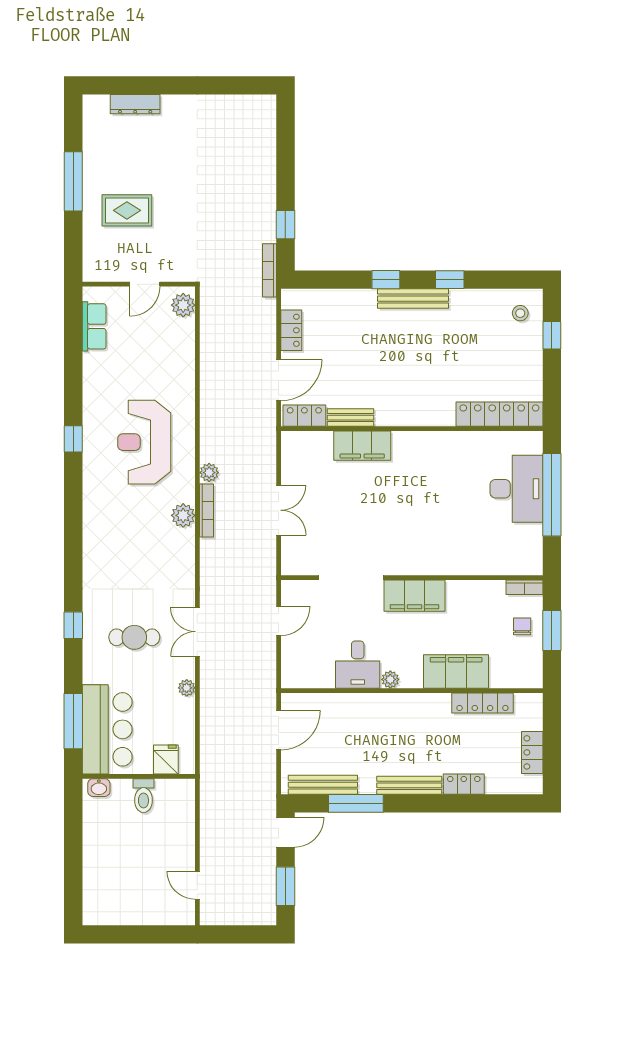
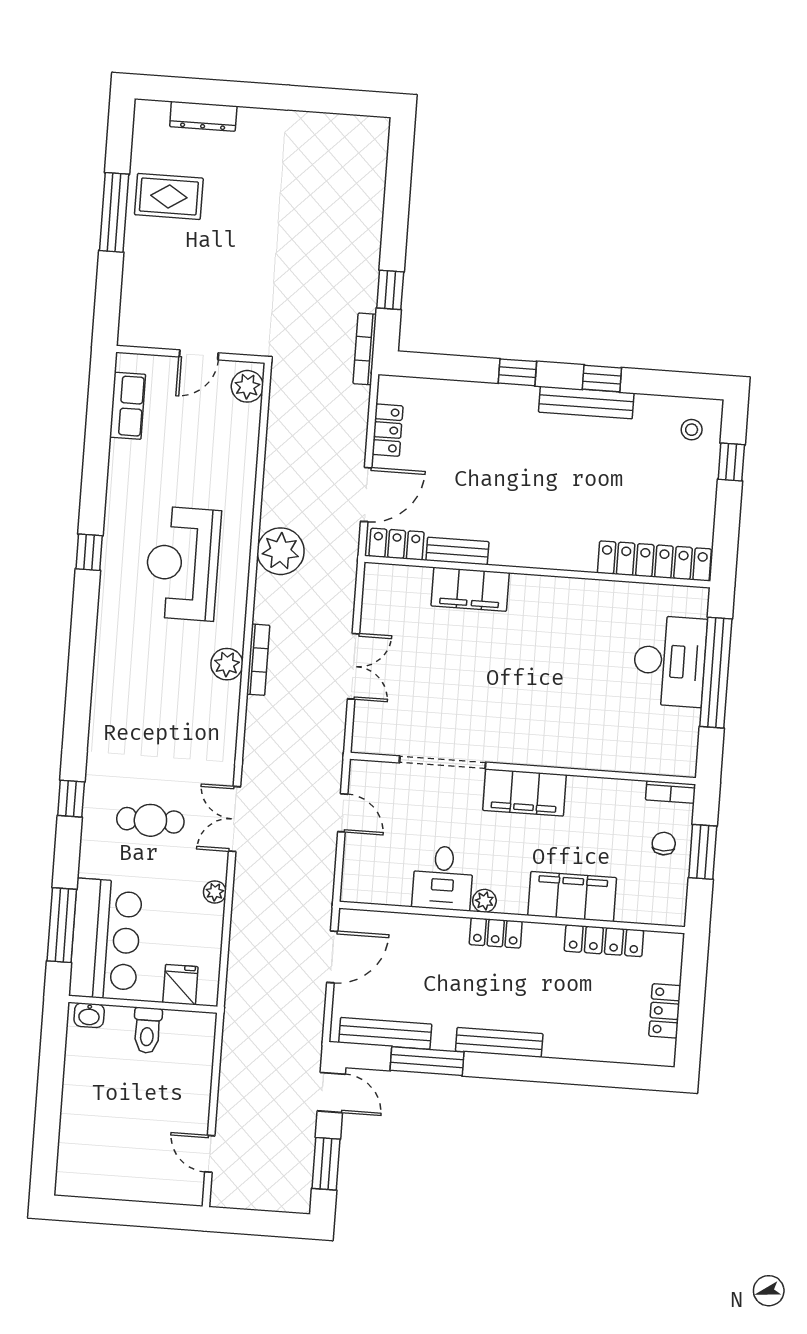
rug: (127, 210) -> (169, 196), moved
bench: (413, 299) -> (586, 403), moved
plant: (209, 473) -> (281, 551), moved, width x1.87, depth x1.87
door: (279, 621) -> (343, 813), hinge flipped
locker: (464, 784) -> (496, 933), moved, turned 180
door: (285, 832) -> (331, 1092), hinge flipped

